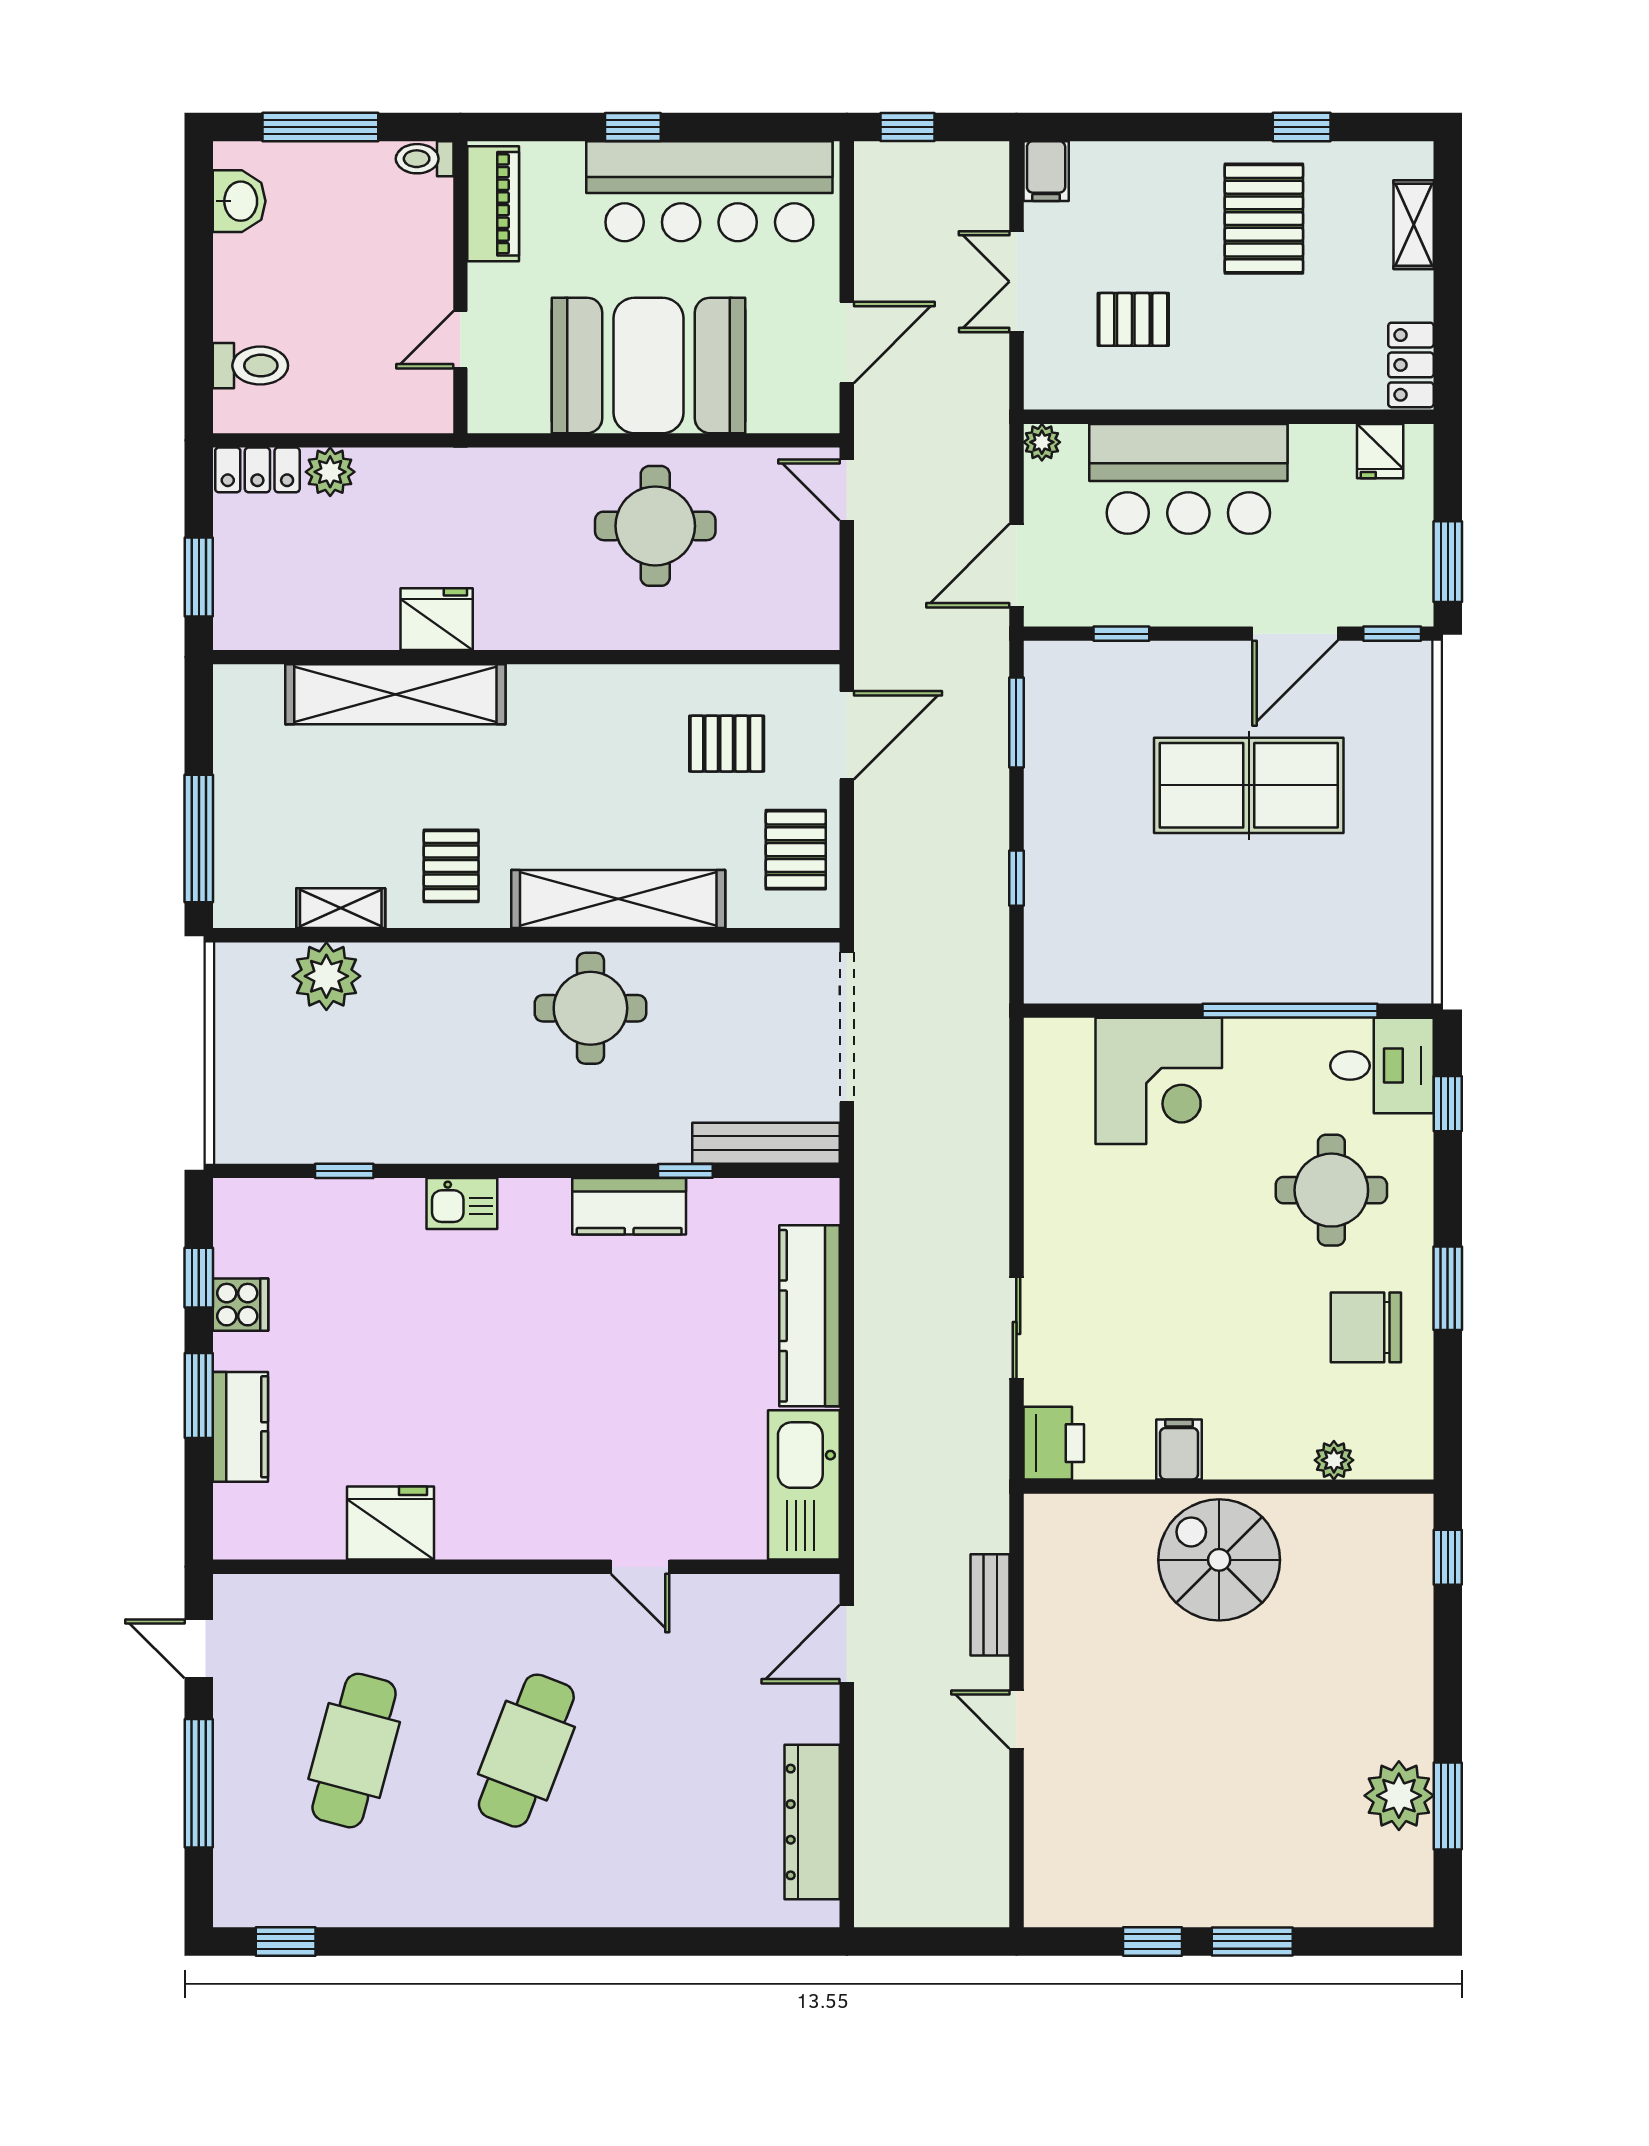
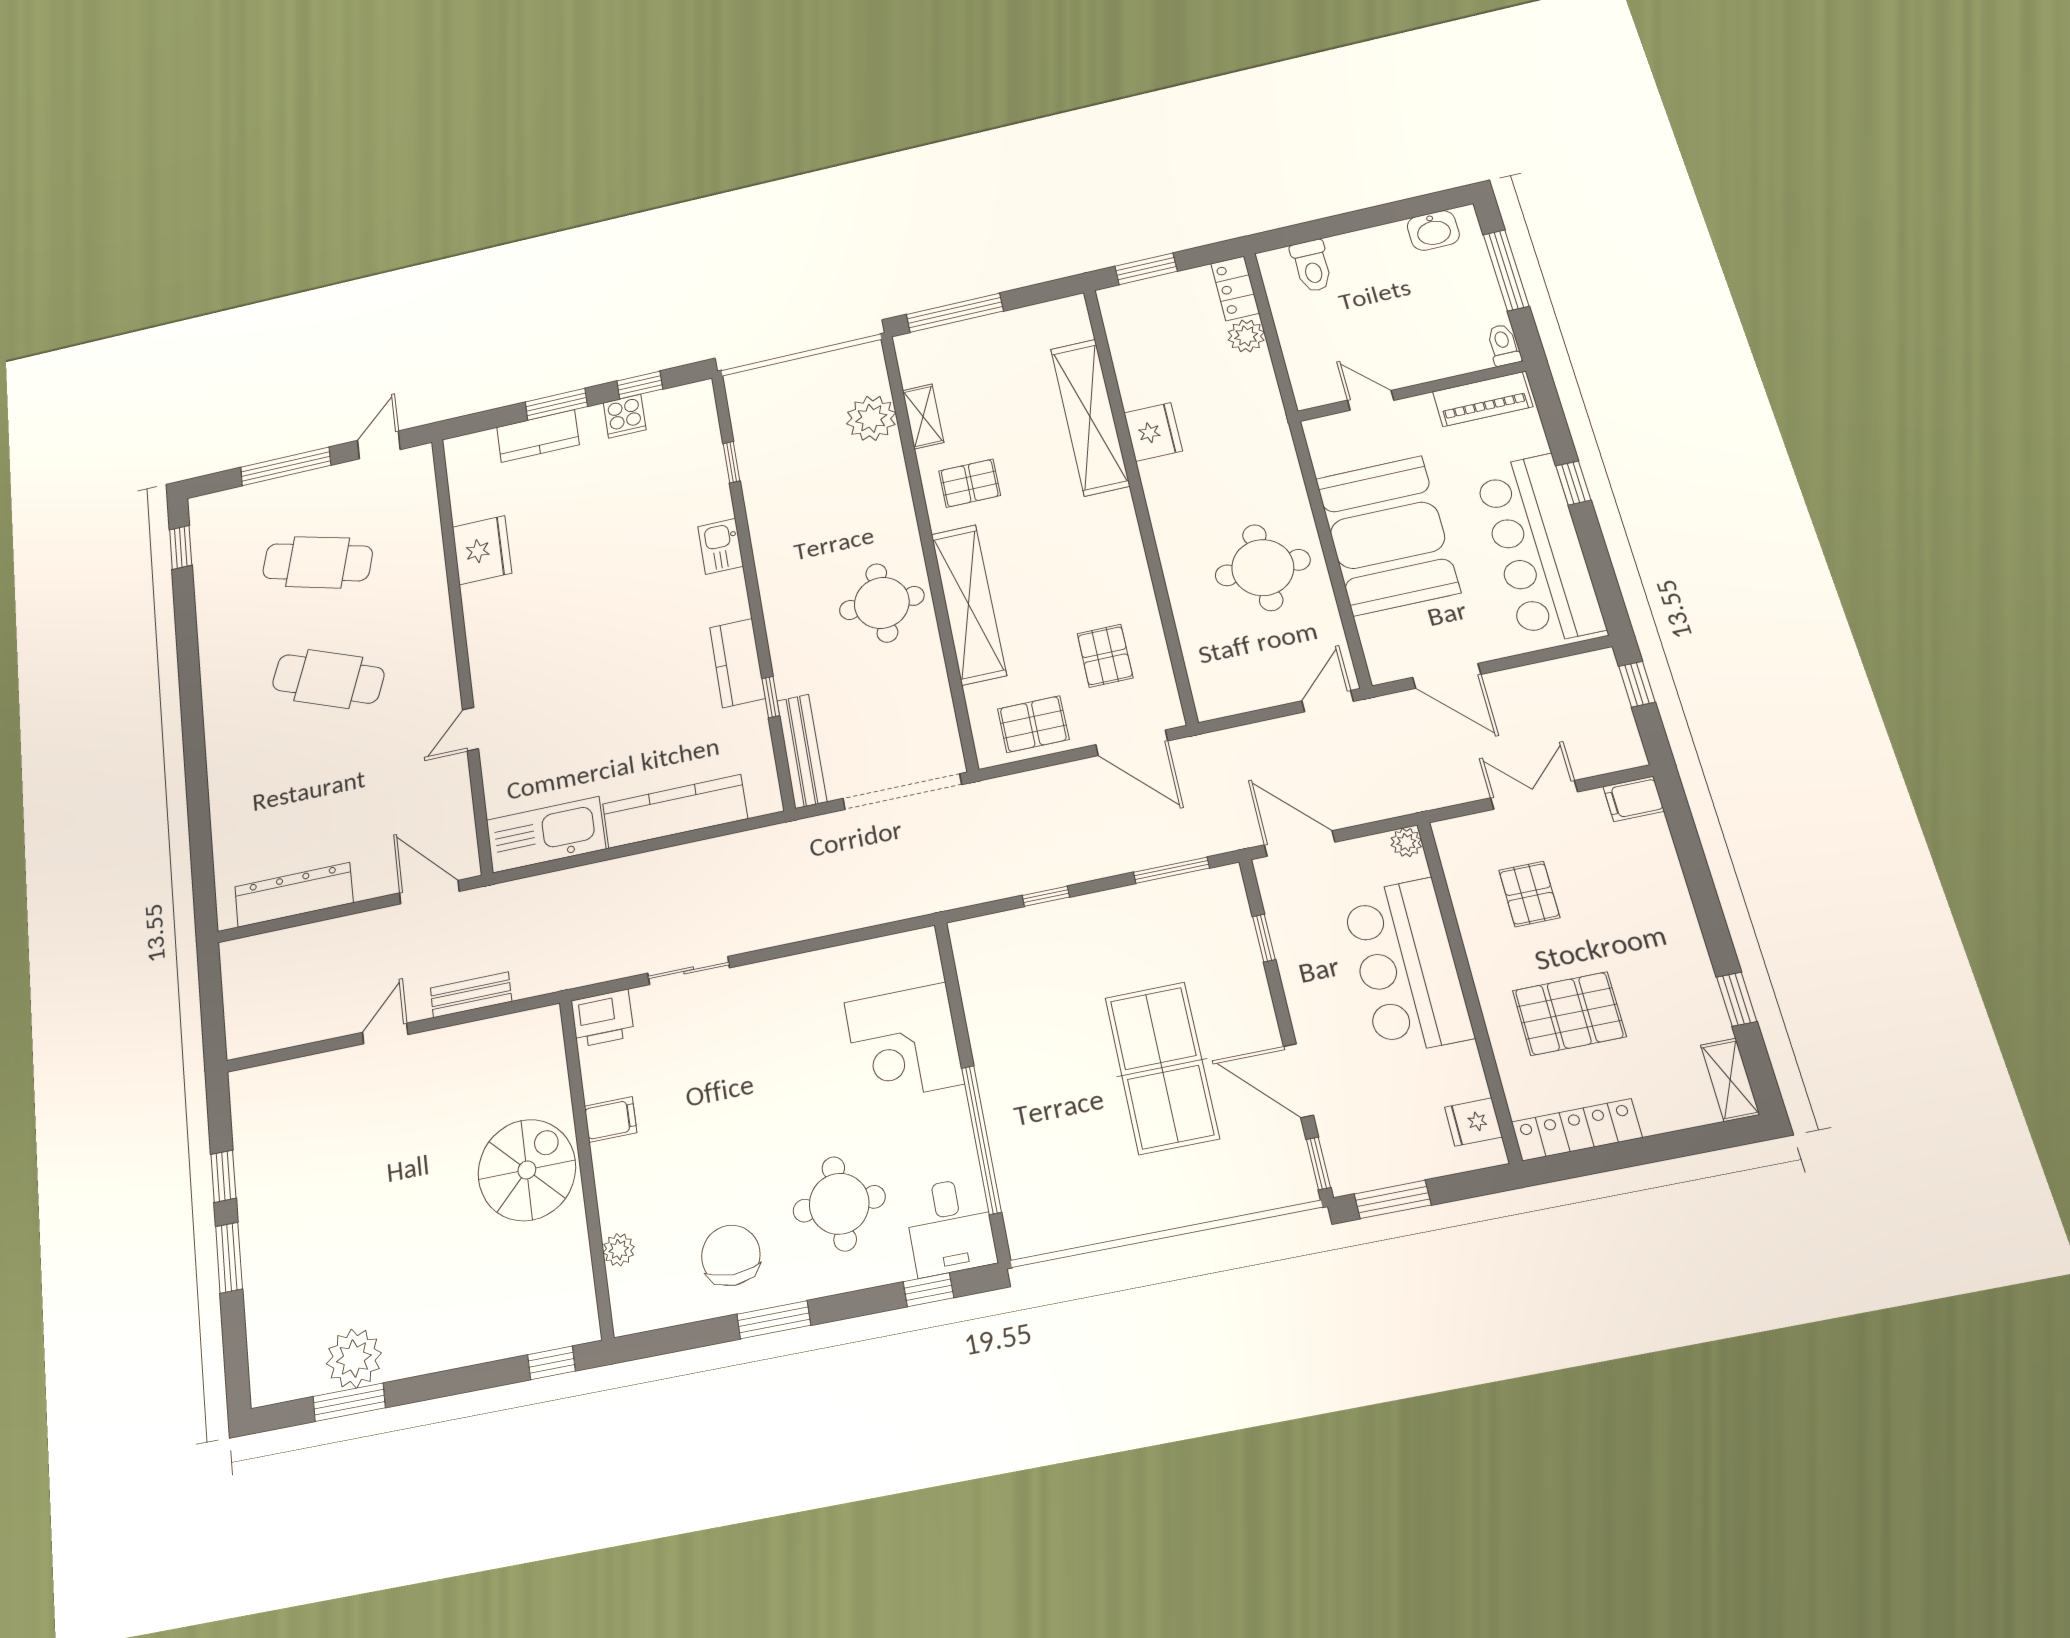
pallet: (1264, 219) -> (1569, 1014), moved
shelving: (1414, 225) -> (1730, 1080), moved, turned 90
locker: (1411, 365) -> (1577, 1130), width x1.53

